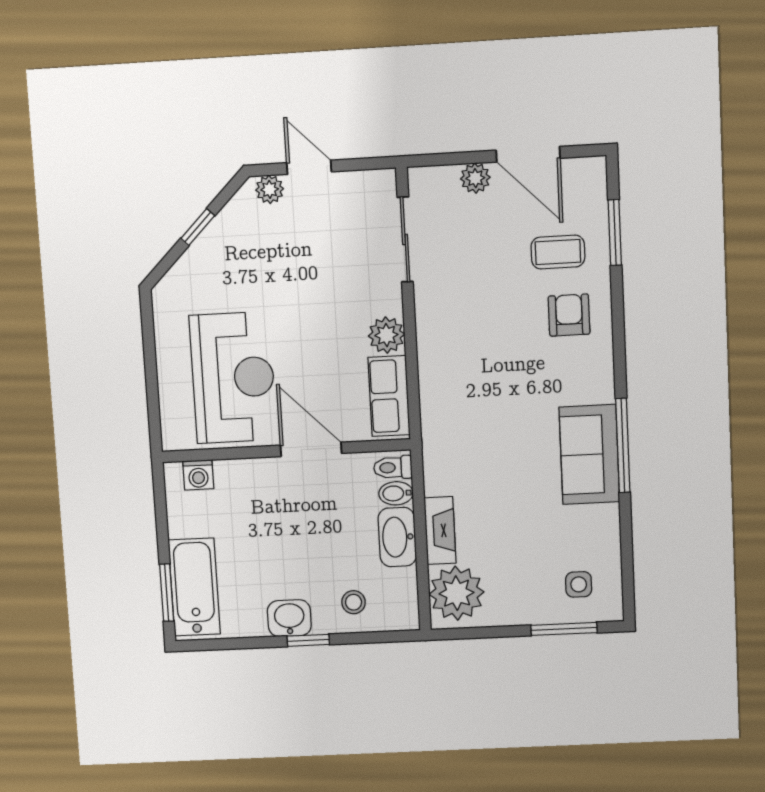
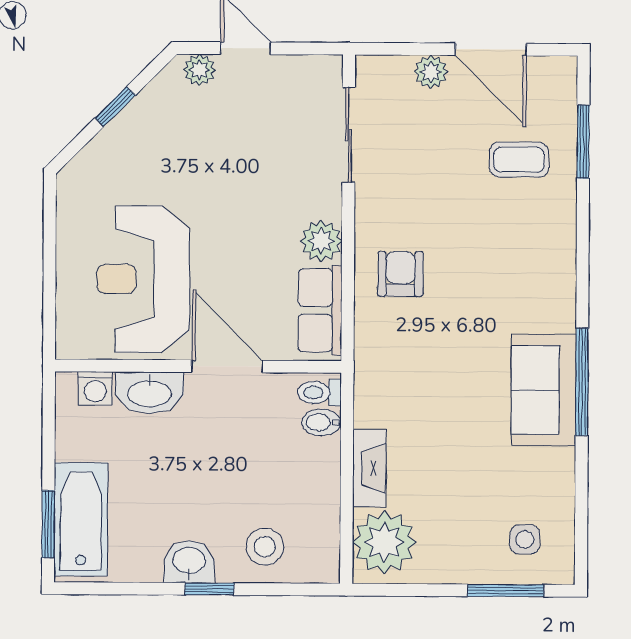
armchair: (569, 315) -> (400, 274), moved
reception desk: (233, 378) -> (143, 279), turned 180
washbasin: (397, 537) -> (149, 393), moved, turned -90
stool: (354, 602) -> (265, 547), width x1.37, depth x1.37

